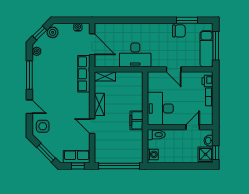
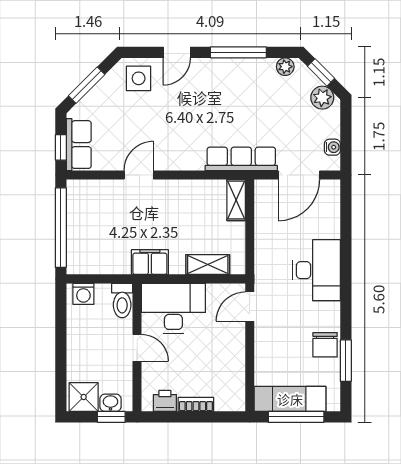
desk: (135, 55) -> (316, 270), moved, turned 180
door: (174, 69) -> (250, 307), moved
printer: (208, 81) -> (165, 401), moved
shelving: (99, 104) -> (208, 265), moved
door: (193, 127) -> (137, 348), moved
window: (216, 153) -> (111, 417), moved

